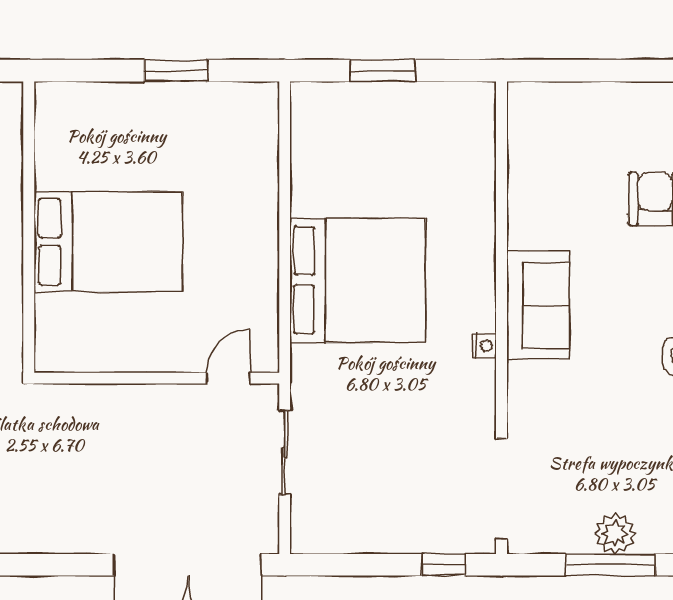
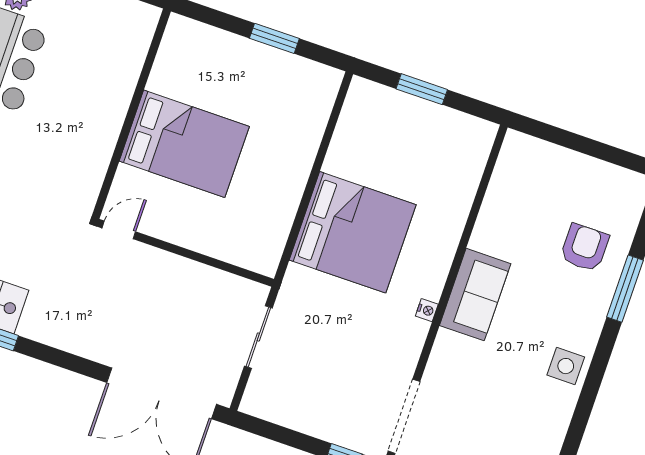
door: (229, 378) -> (119, 230), moved

